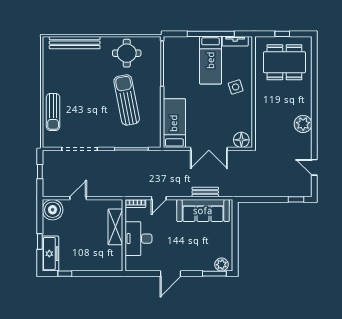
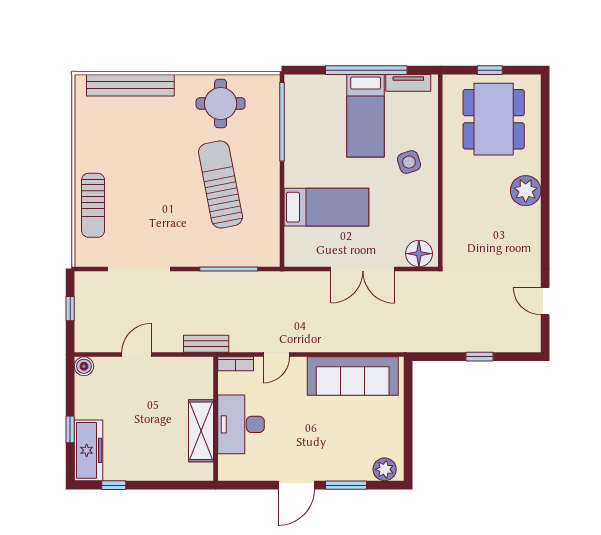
dining table: (284, 62) -> (494, 119), turned 90
bed: (174, 123) -> (326, 207), moved, turned 90
plant: (303, 124) -> (526, 191), moved
bench: (205, 192) -> (206, 344), moved
window: (296, 199) -> (479, 357), moved
boiler: (53, 210) -> (84, 366), width x0.54, depth x0.54
shelving: (115, 227) -> (201, 431), moved
window: (214, 274) -> (346, 485), moved

